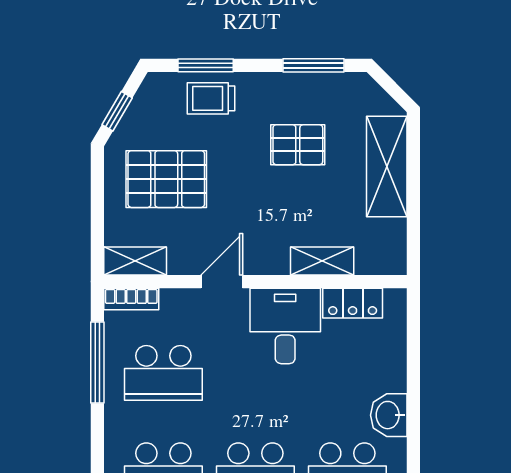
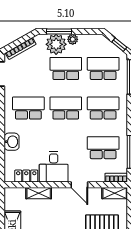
door: (222, 282) -> (79, 185), hinge flipped
washbasin: (389, 415) -> (12, 142), moved

